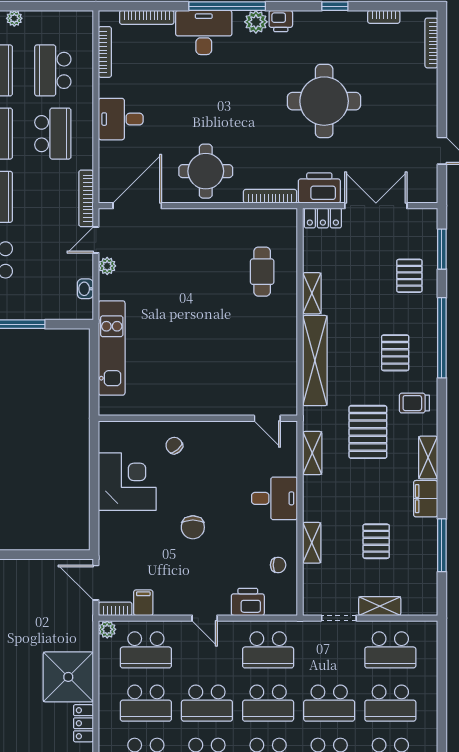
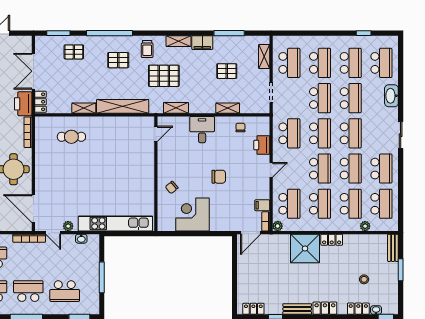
kitchen unit: (112, 348) -> (115, 223), width x1.36
shelving: (380, 606) -> (264, 57), moved

